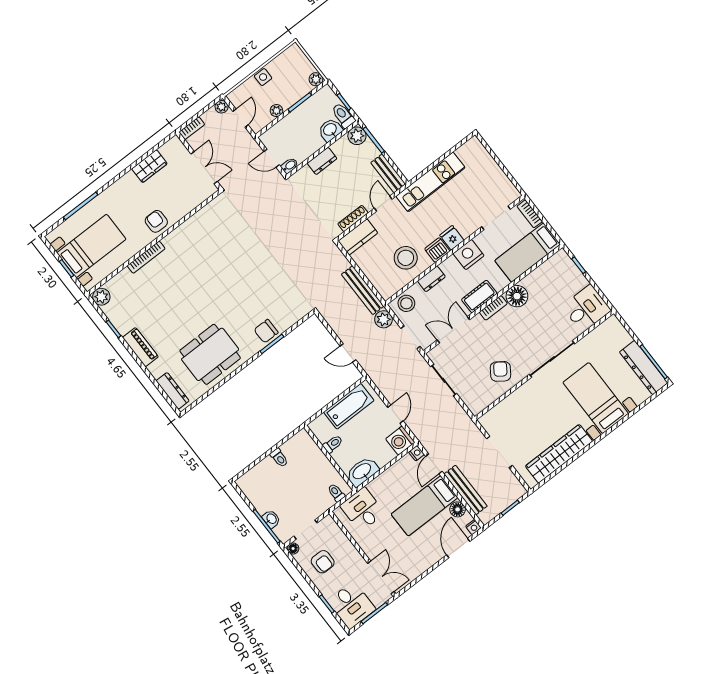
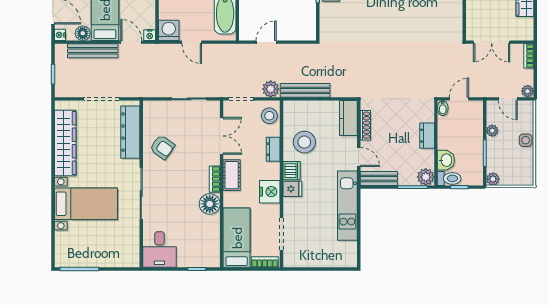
dresser: (644, 368) -> (130, 132), moved, turned -90

